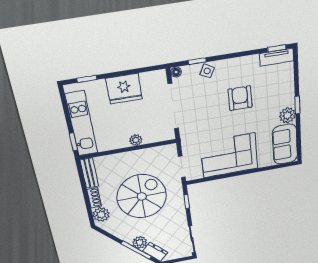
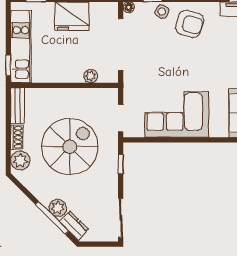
armchair: (240, 98) -> (190, 24), moved, turned 106
plant: (136, 140) -> (91, 76), moved

